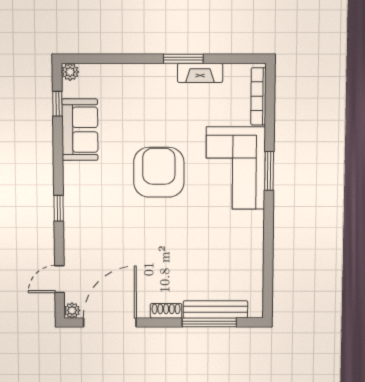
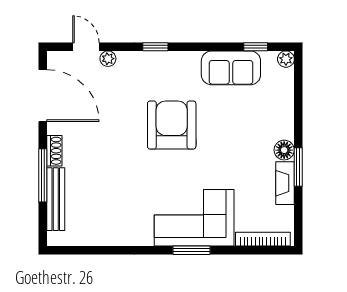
floor lamp: (165, 74) -> (284, 150), added
armchair: (159, 172) -> (172, 125), moved, turned -90
plant: (72, 310) -> (108, 59), moved
window: (209, 322) -> (43, 175), moved

